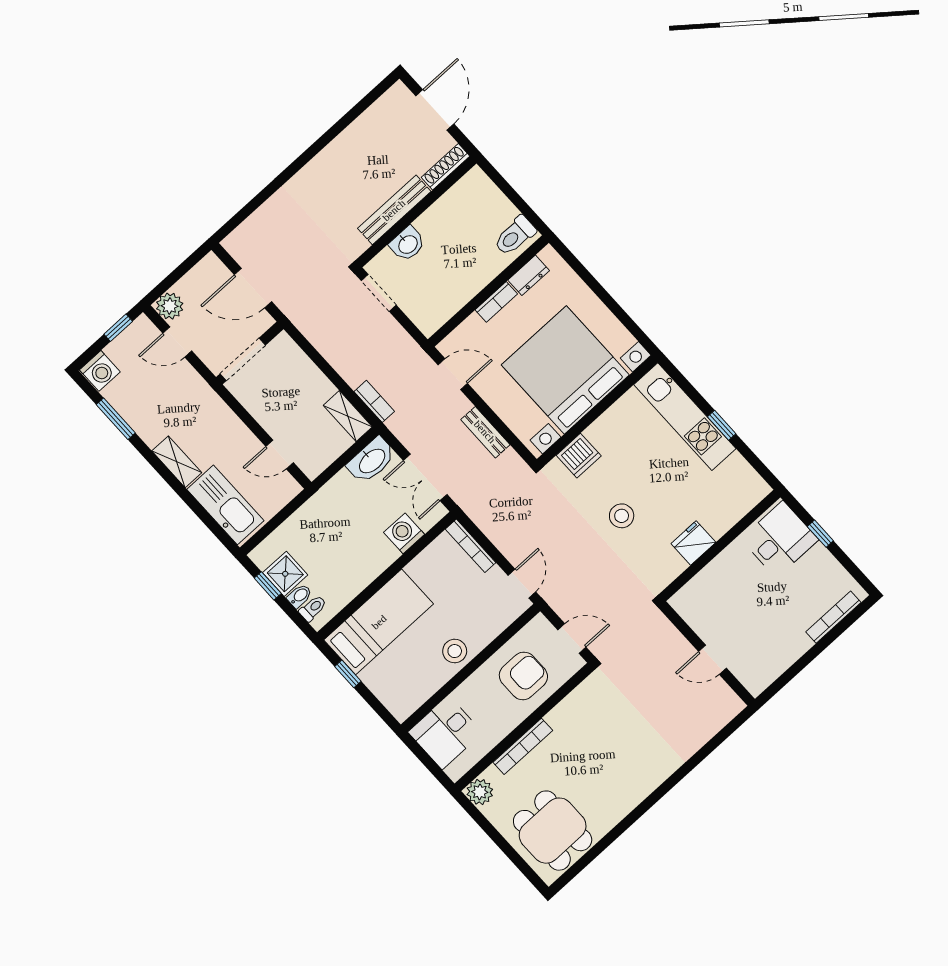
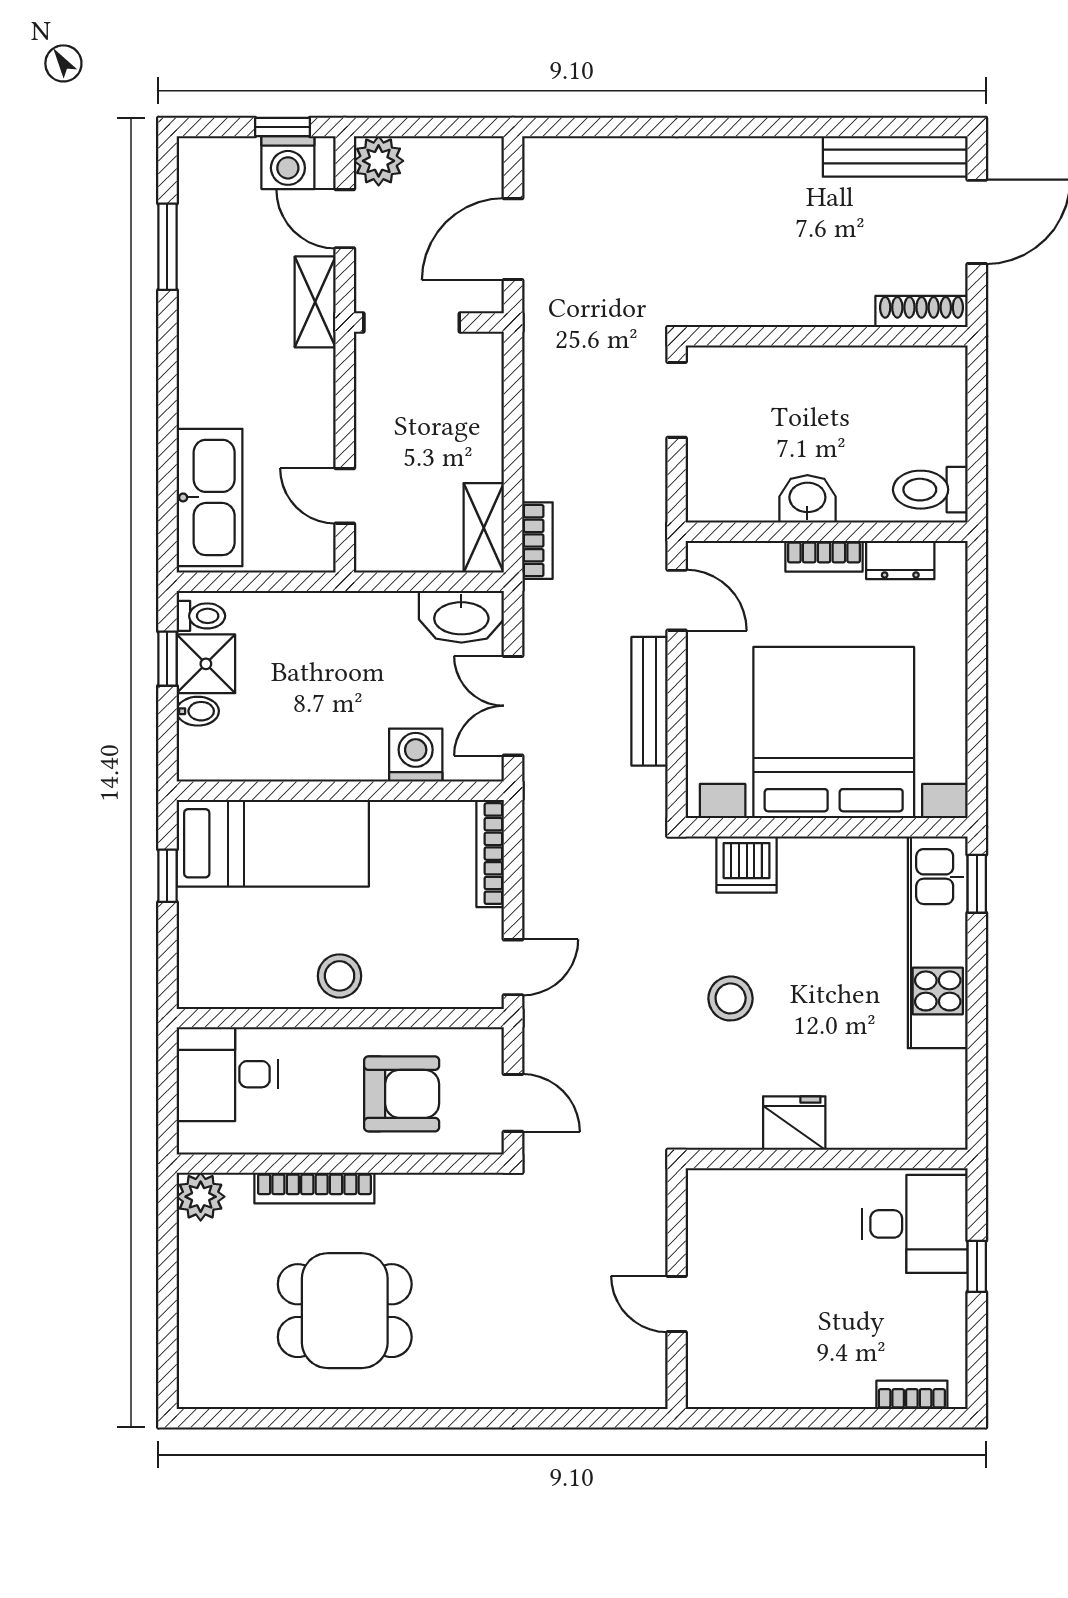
bench: (394, 210) -> (895, 156), moved
washbasin: (407, 244) -> (807, 499), moved, turned 180
door: (253, 288) -> (513, 239), hinge flipped
washing machine: (100, 371) -> (288, 163), moved
window: (722, 425) -> (977, 884), moved
bench: (485, 432) -> (649, 701), width x1.36
shelving: (177, 462) -> (315, 302), moved
toilet: (313, 608) -> (201, 616), moved
bookcase: (833, 617) -> (912, 1395), width x0.64
dining table: (553, 831) -> (345, 1311), moved, turned 90

